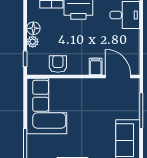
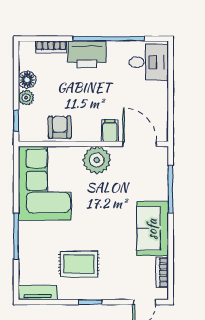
plant: (86, 89) -> (97, 160), added

